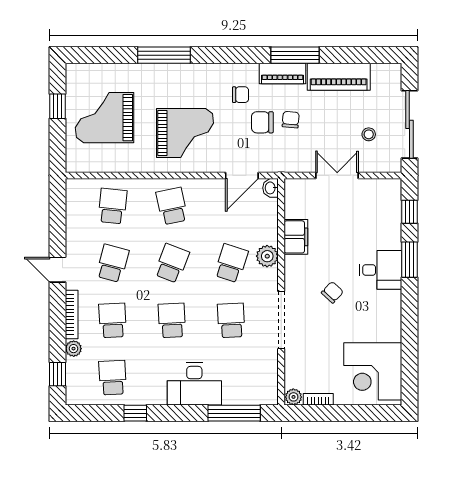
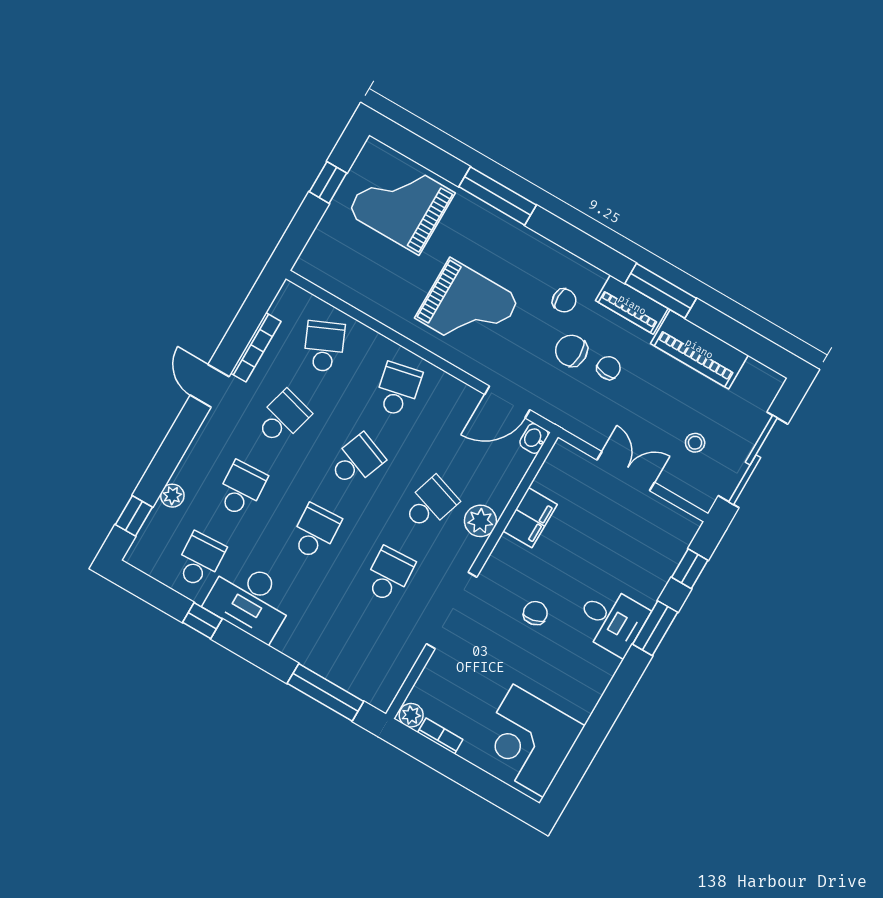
grand piano: (104, 118) -> (401, 203), moved
school desk: (113, 206) -> (324, 346), turned -30
chair: (332, 292) -> (535, 613), turned -55
bookcase: (72, 315) -> (256, 347), moved
desk: (194, 384) -> (250, 600), moved

